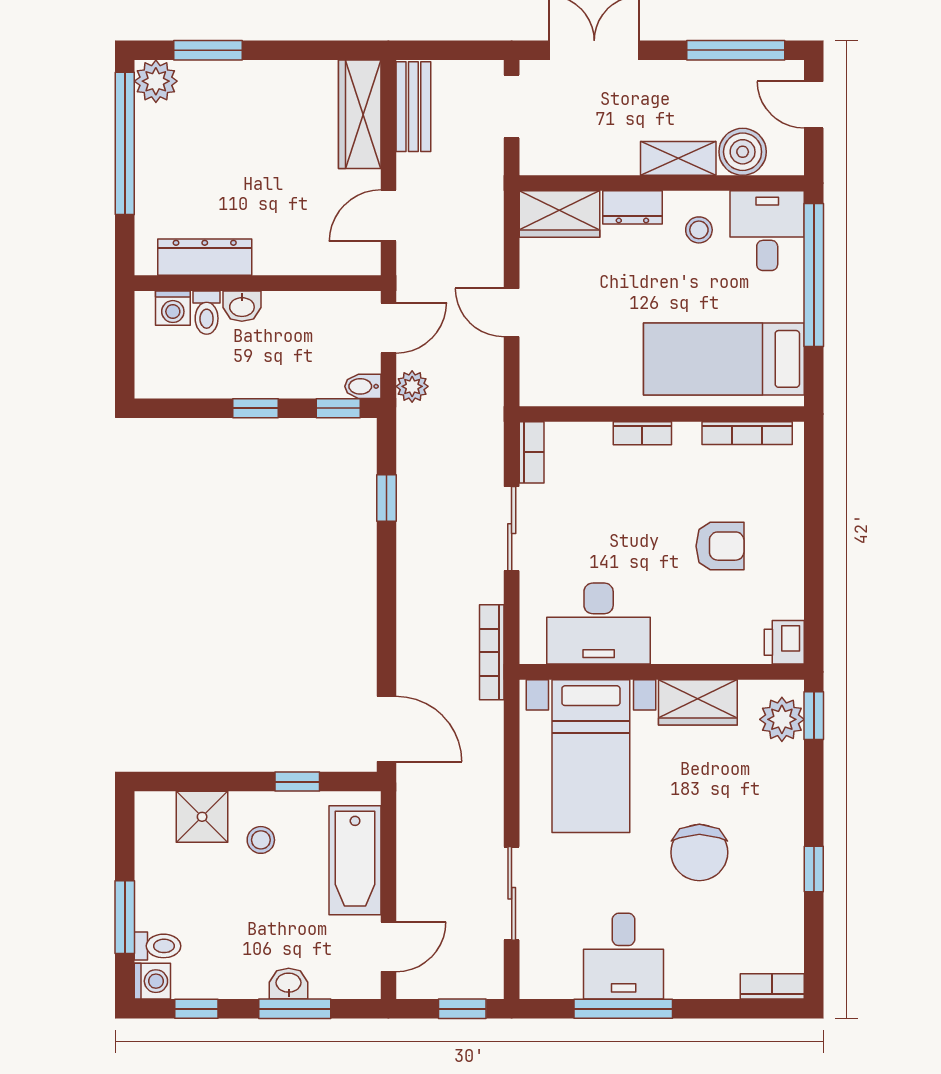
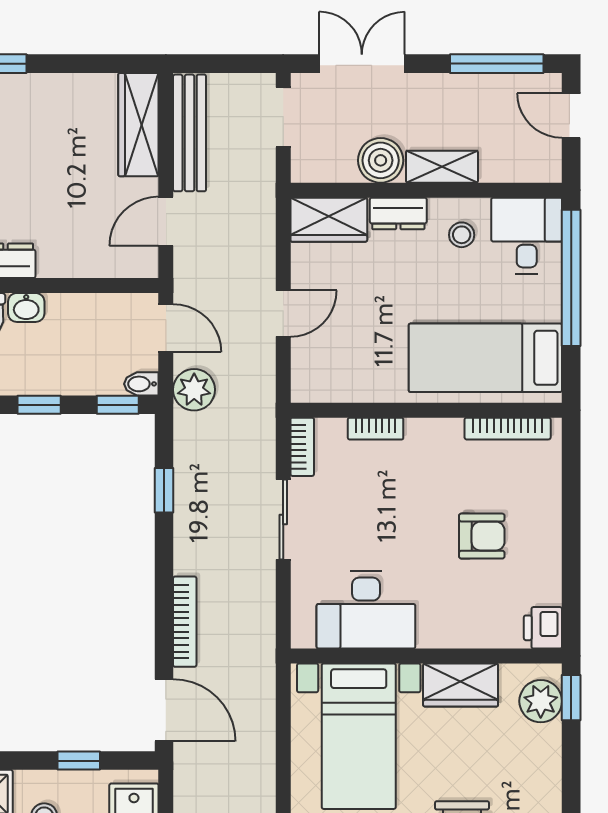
bench: (413, 107) -> (190, 133), width x1.36
boiler: (743, 152) -> (381, 160), moved
door: (512, 313) -> (283, 314), swing flipped
door: (388, 328) -> (166, 328), hinge flipped
plant: (412, 386) -> (194, 390), width x1.38, depth x1.38
bookcase: (642, 433) -> (376, 429), moved
bookcase: (492, 652) -> (185, 622), moved, turned 180

